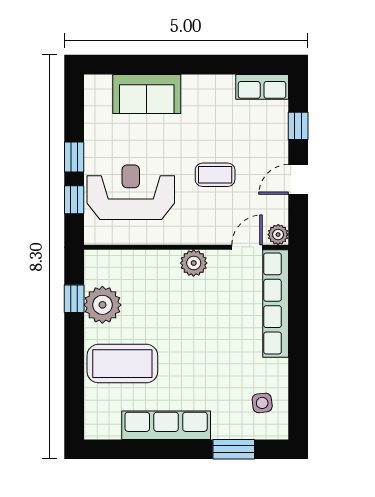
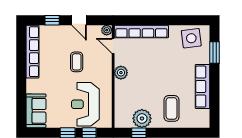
row of seats: (262, 87) -> (32, 52), width x2.02
sofa: (147, 94) -> (36, 111), moved
coffee table: (122, 364) -> (172, 108), width x0.73, depth x0.76
side table: (262, 403) -> (191, 38), width x1.87, depth x1.87

